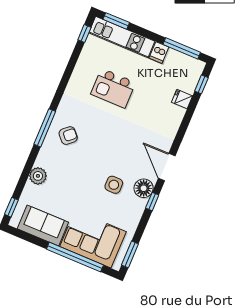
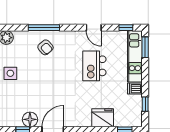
window: (182, 48) -> (145, 104), width x0.46
door: (69, 71) -> (94, 28), added
fridge: (182, 99) -> (103, 118), width x1.88, depth x1.34
side table: (114, 185) -> (10, 73), moved

